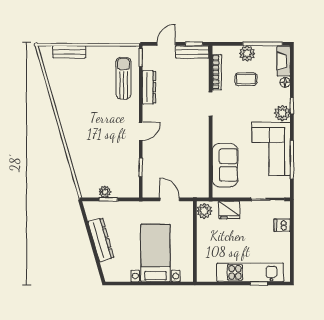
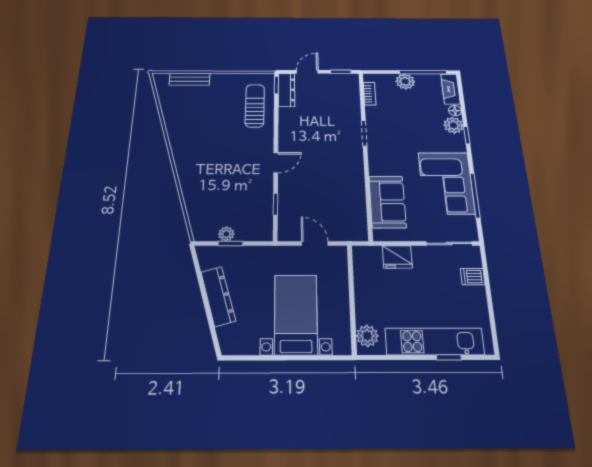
bench: (192, 52) -> (339, 80), removed
bookcase: (217, 72) -> (370, 94), width x0.64
coffee table: (246, 79) -> (406, 107), removed
dresser: (149, 87) -> (286, 90), moved
plant: (282, 113) -> (453, 125), moved
plant: (204, 211) -> (367, 336), moved

